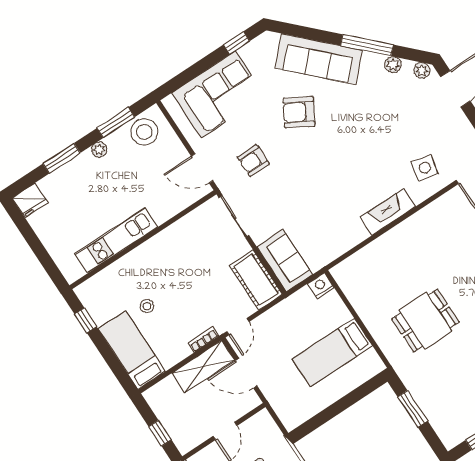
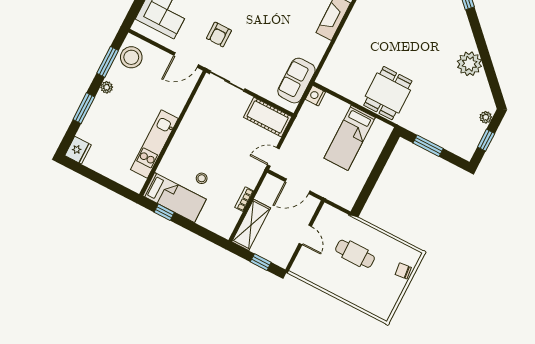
sofa: (285, 261) -> (296, 81), moved, turned -90
dining table: (426, 320) -> (388, 93), moved
door: (238, 327) -> (273, 157), swing flipped
bookcase: (203, 340) -> (244, 199), moved
bed: (132, 350) -> (174, 198), moved, turned 180
shelving: (203, 367) -> (251, 225), moved

